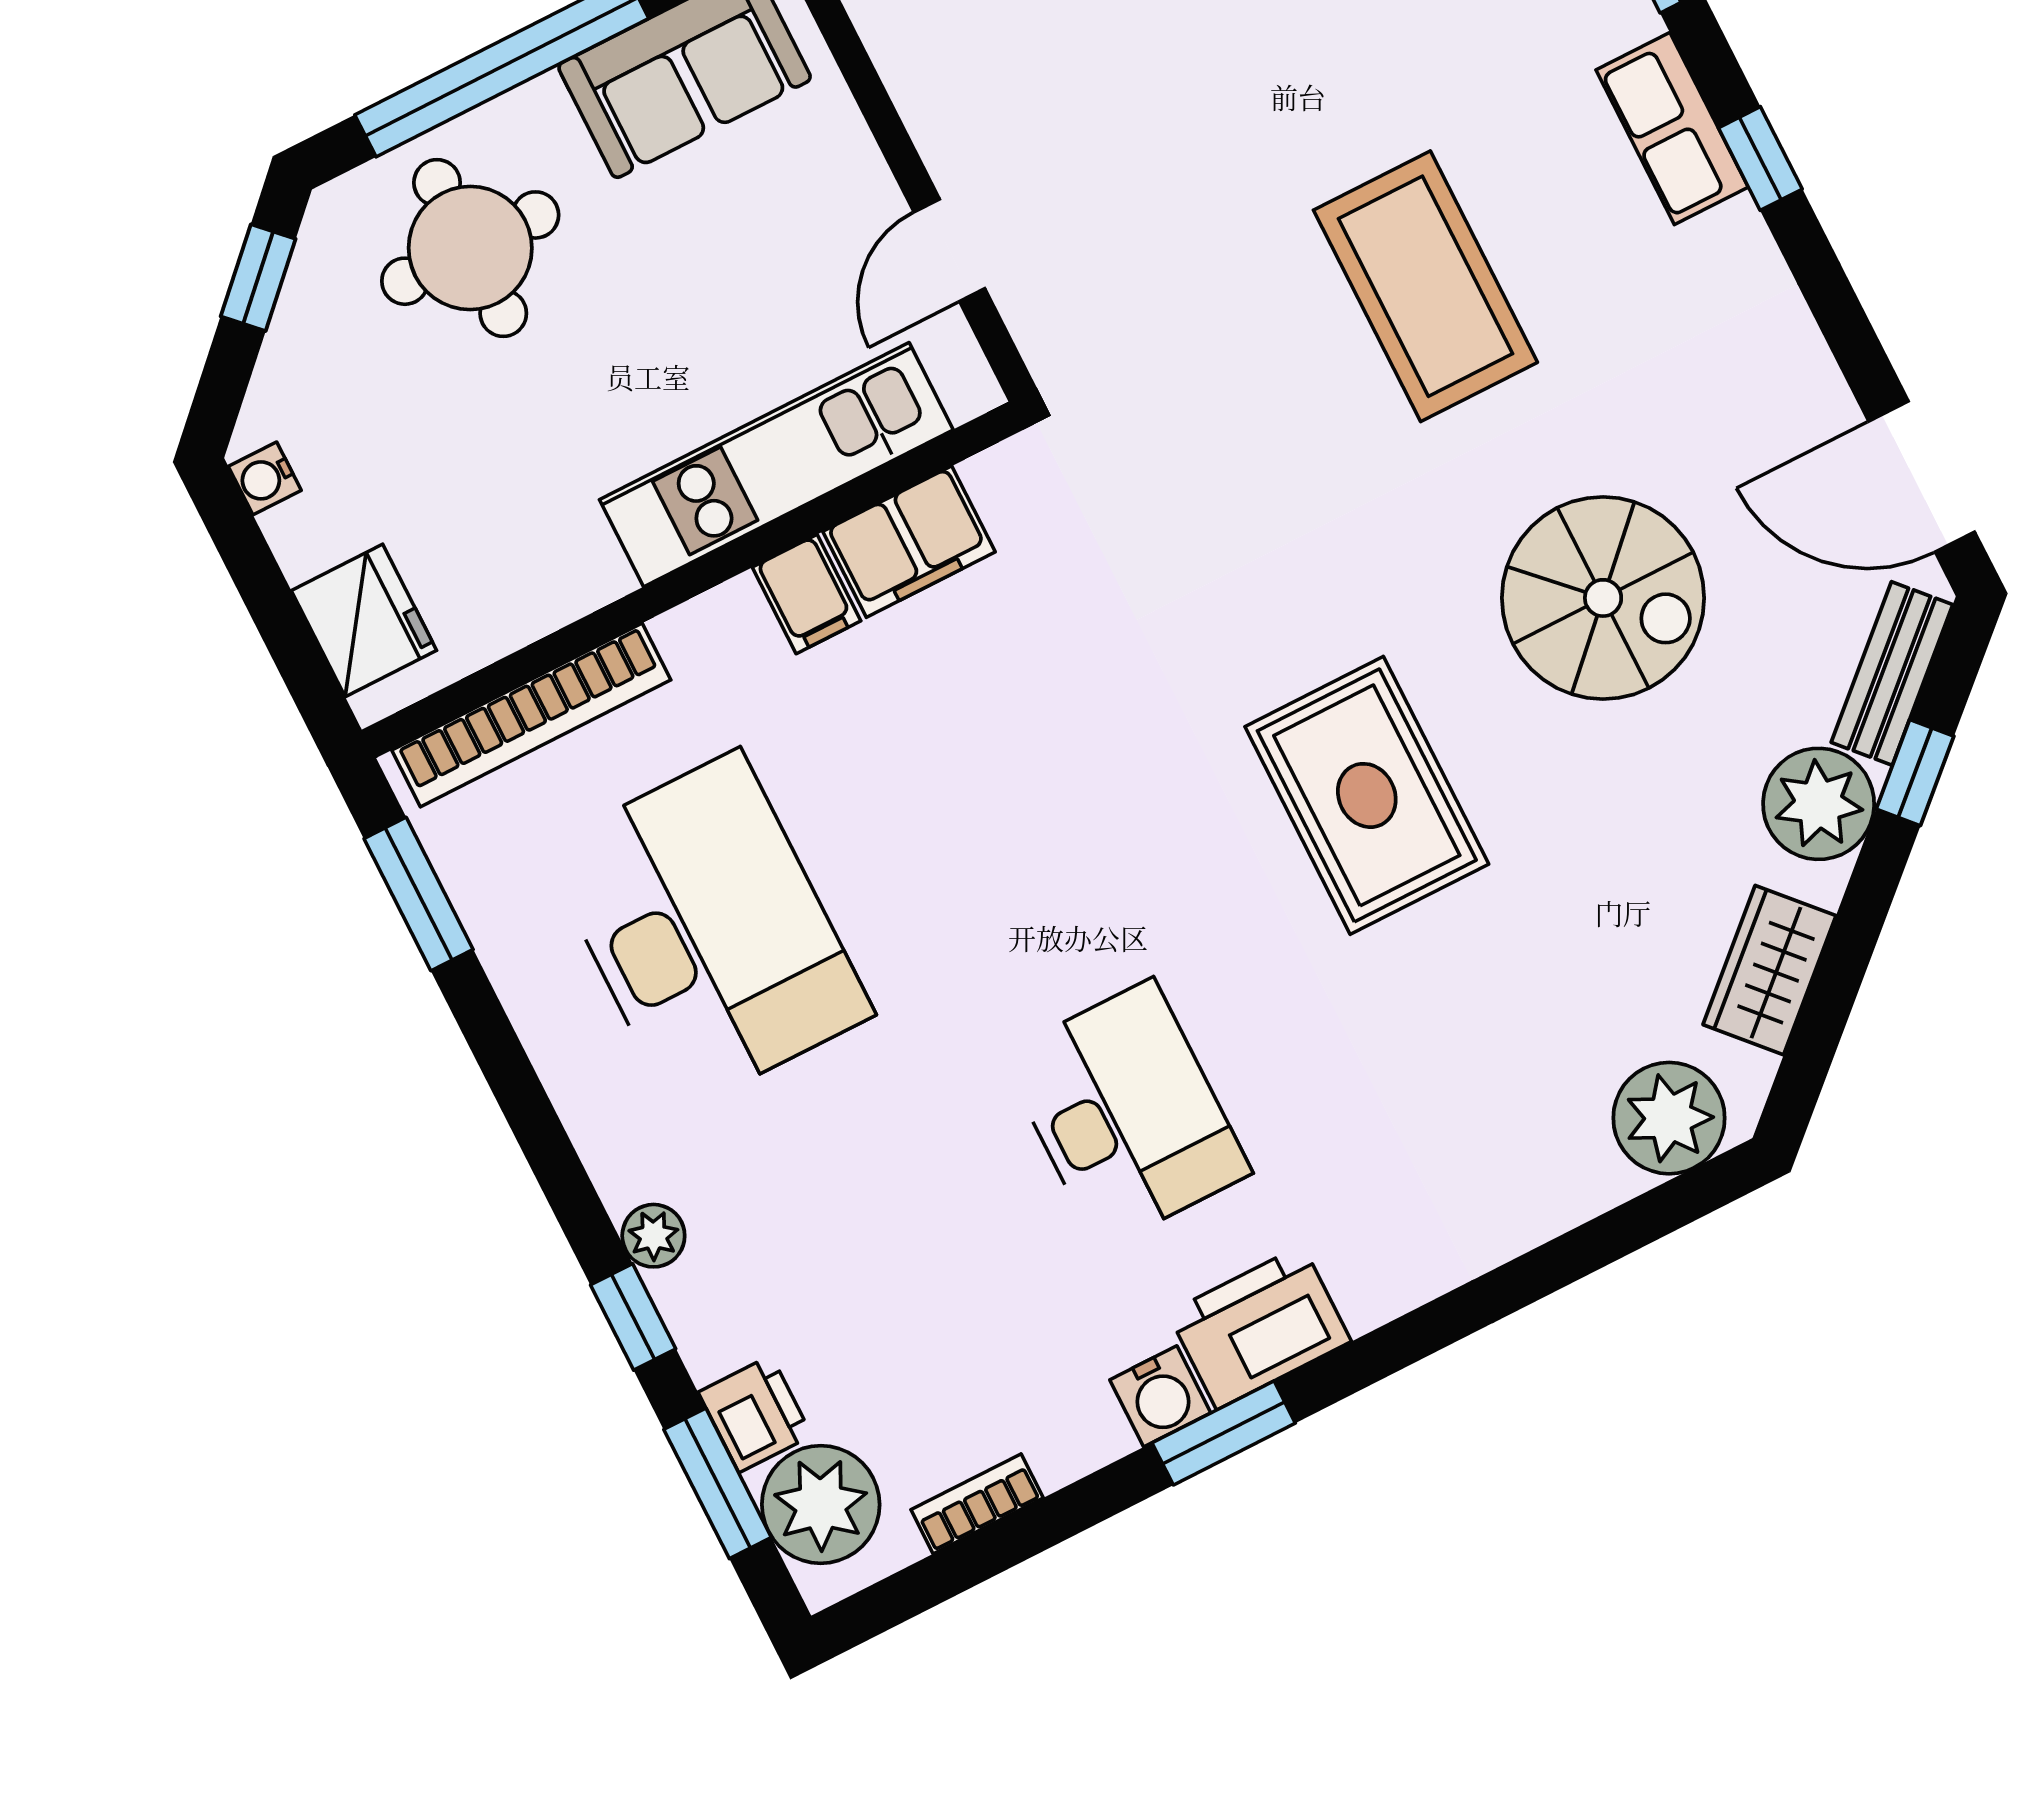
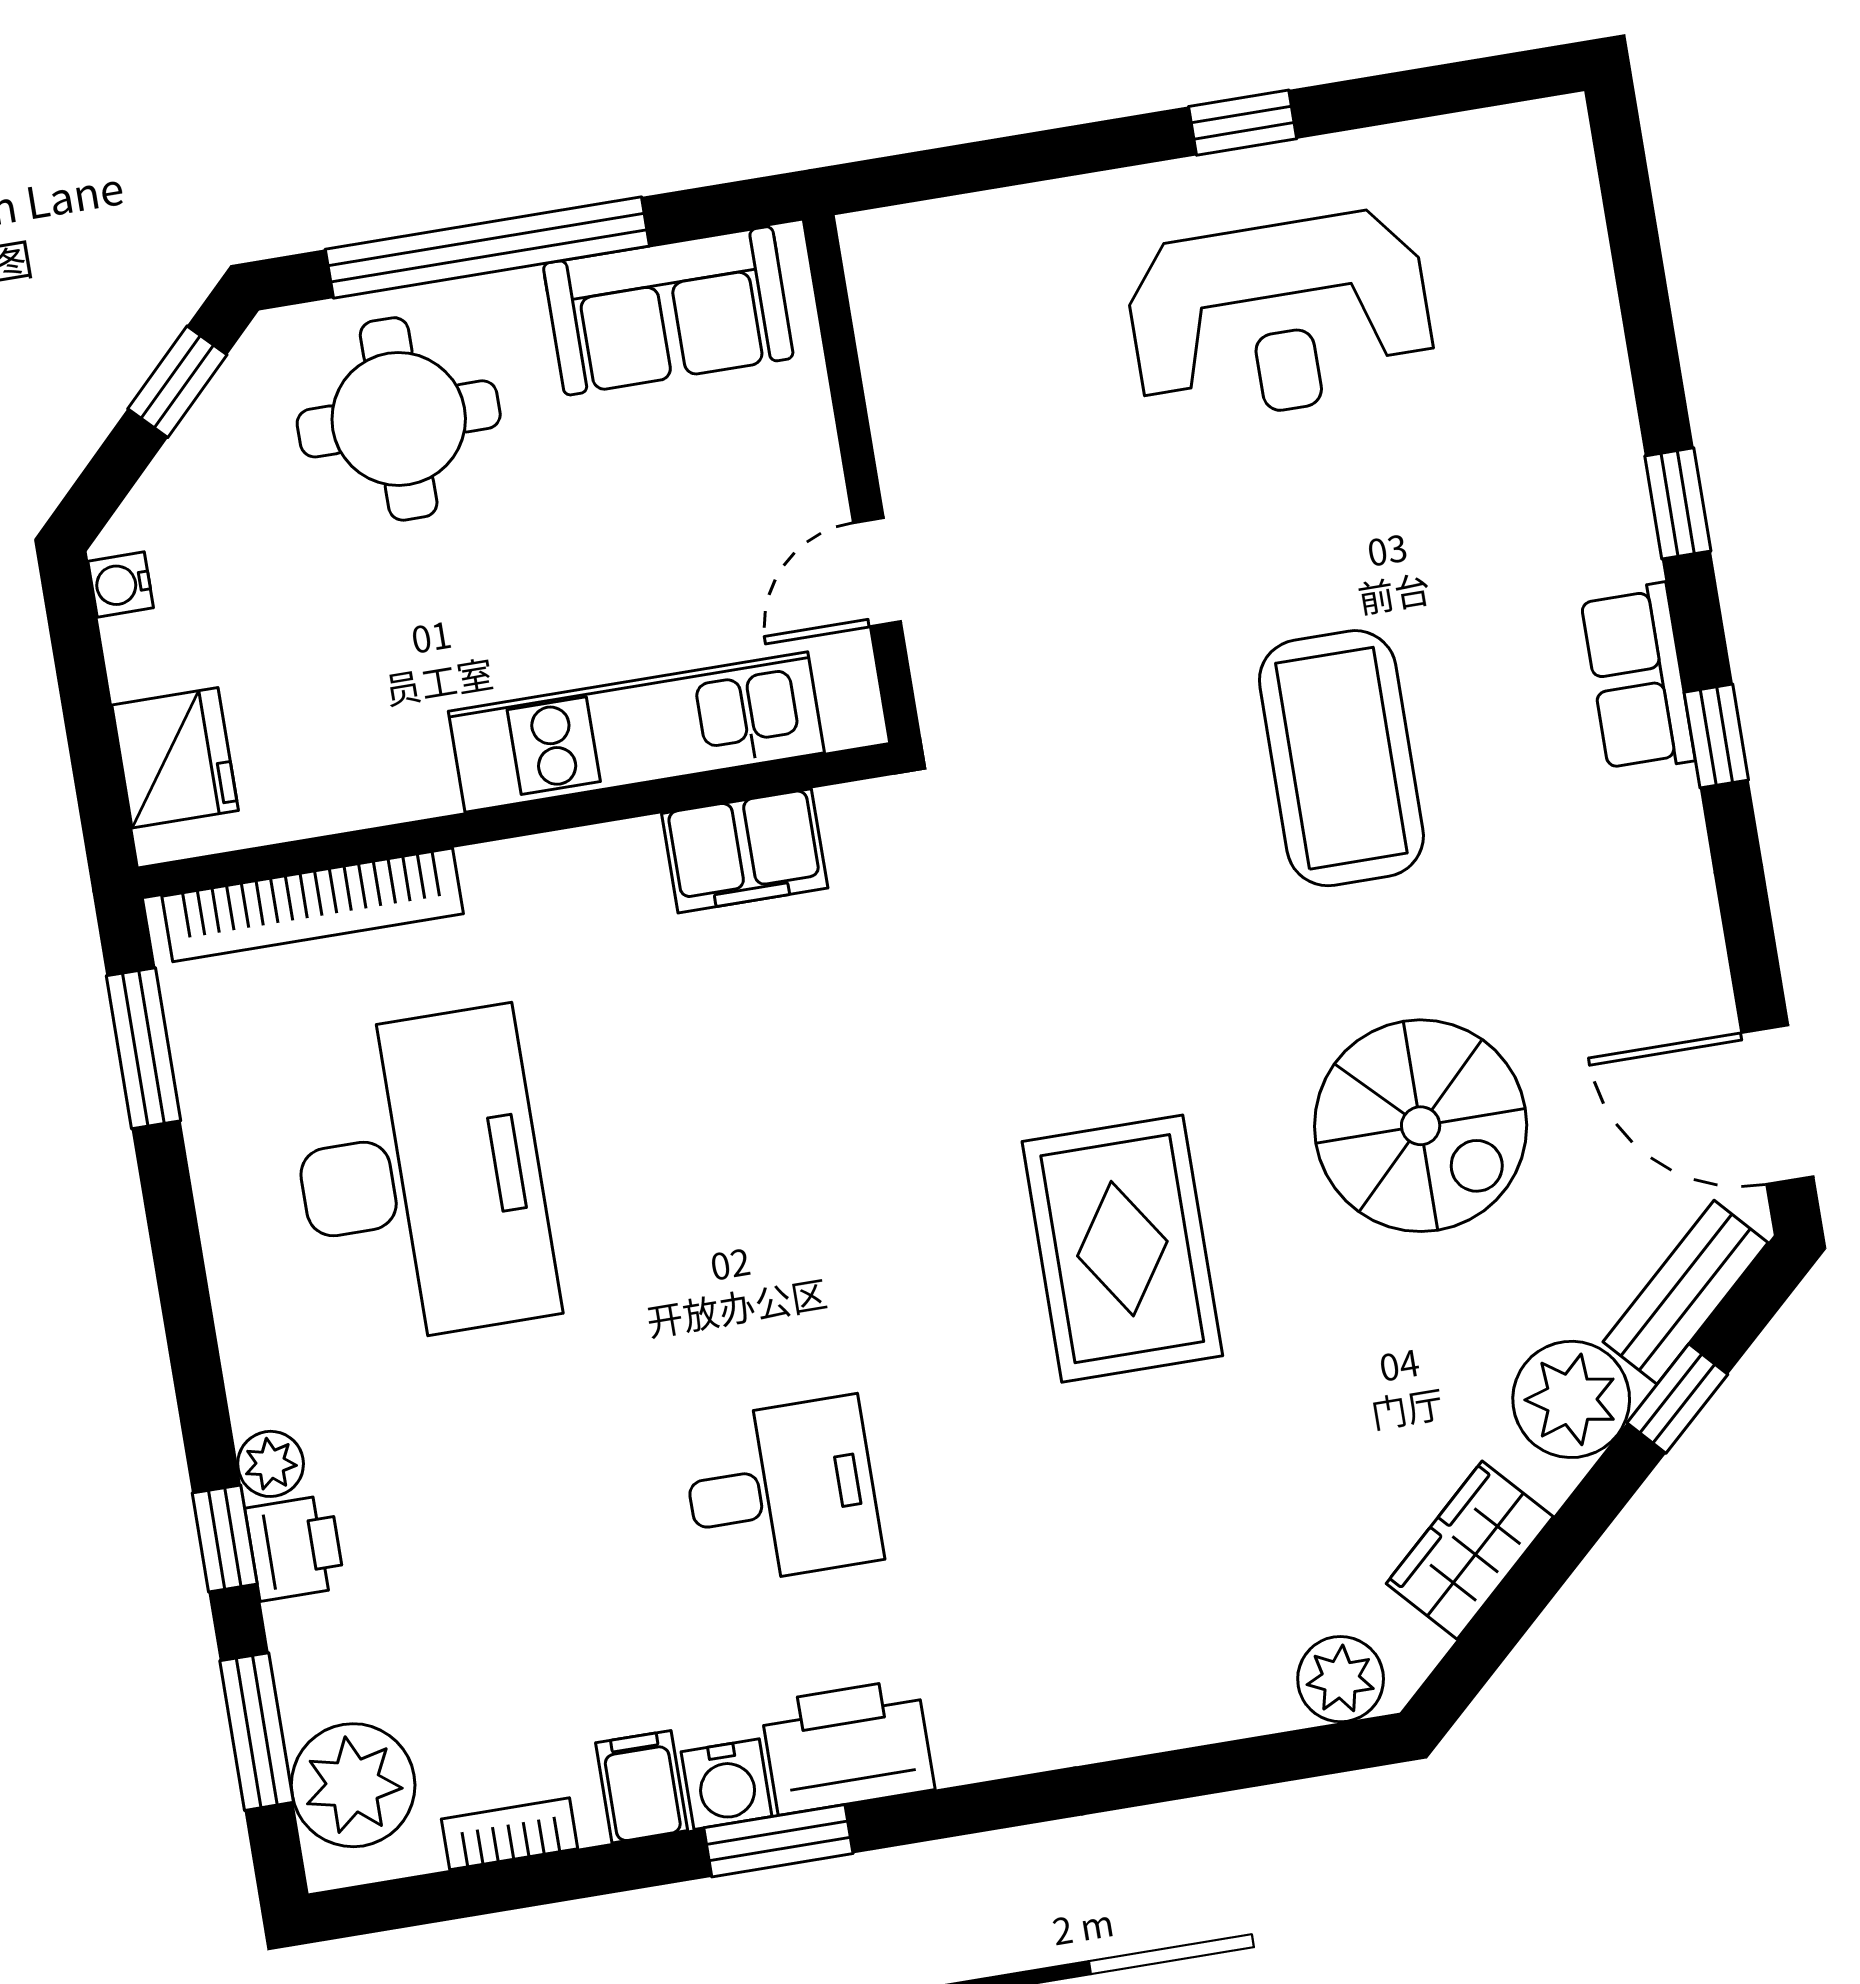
filing cabinet: (807, 594) -> (642, 1787), moved, turned 180
desk: (1126, 1114) -> (781, 1491), width x0.73
plant: (1669, 1118) -> (1341, 1679), width x0.73, depth x0.73
printer: (755, 1414) -> (295, 1548), moved

